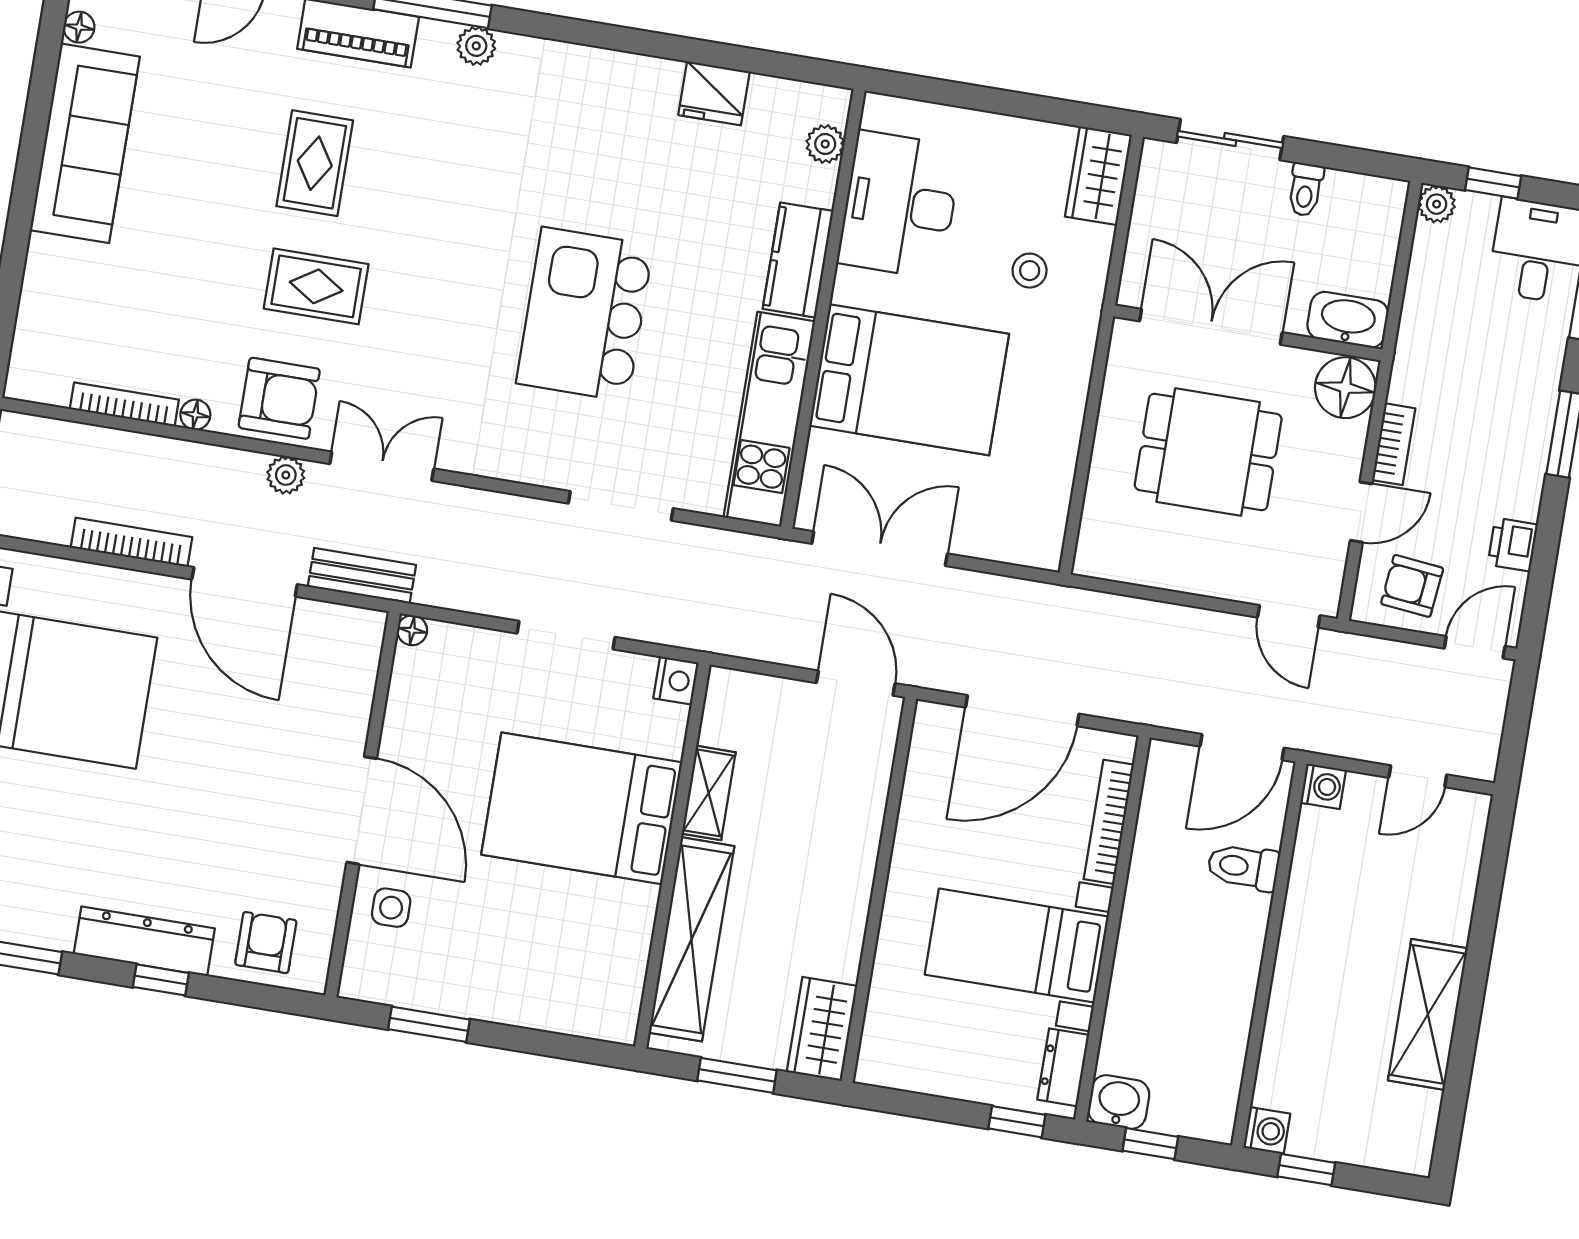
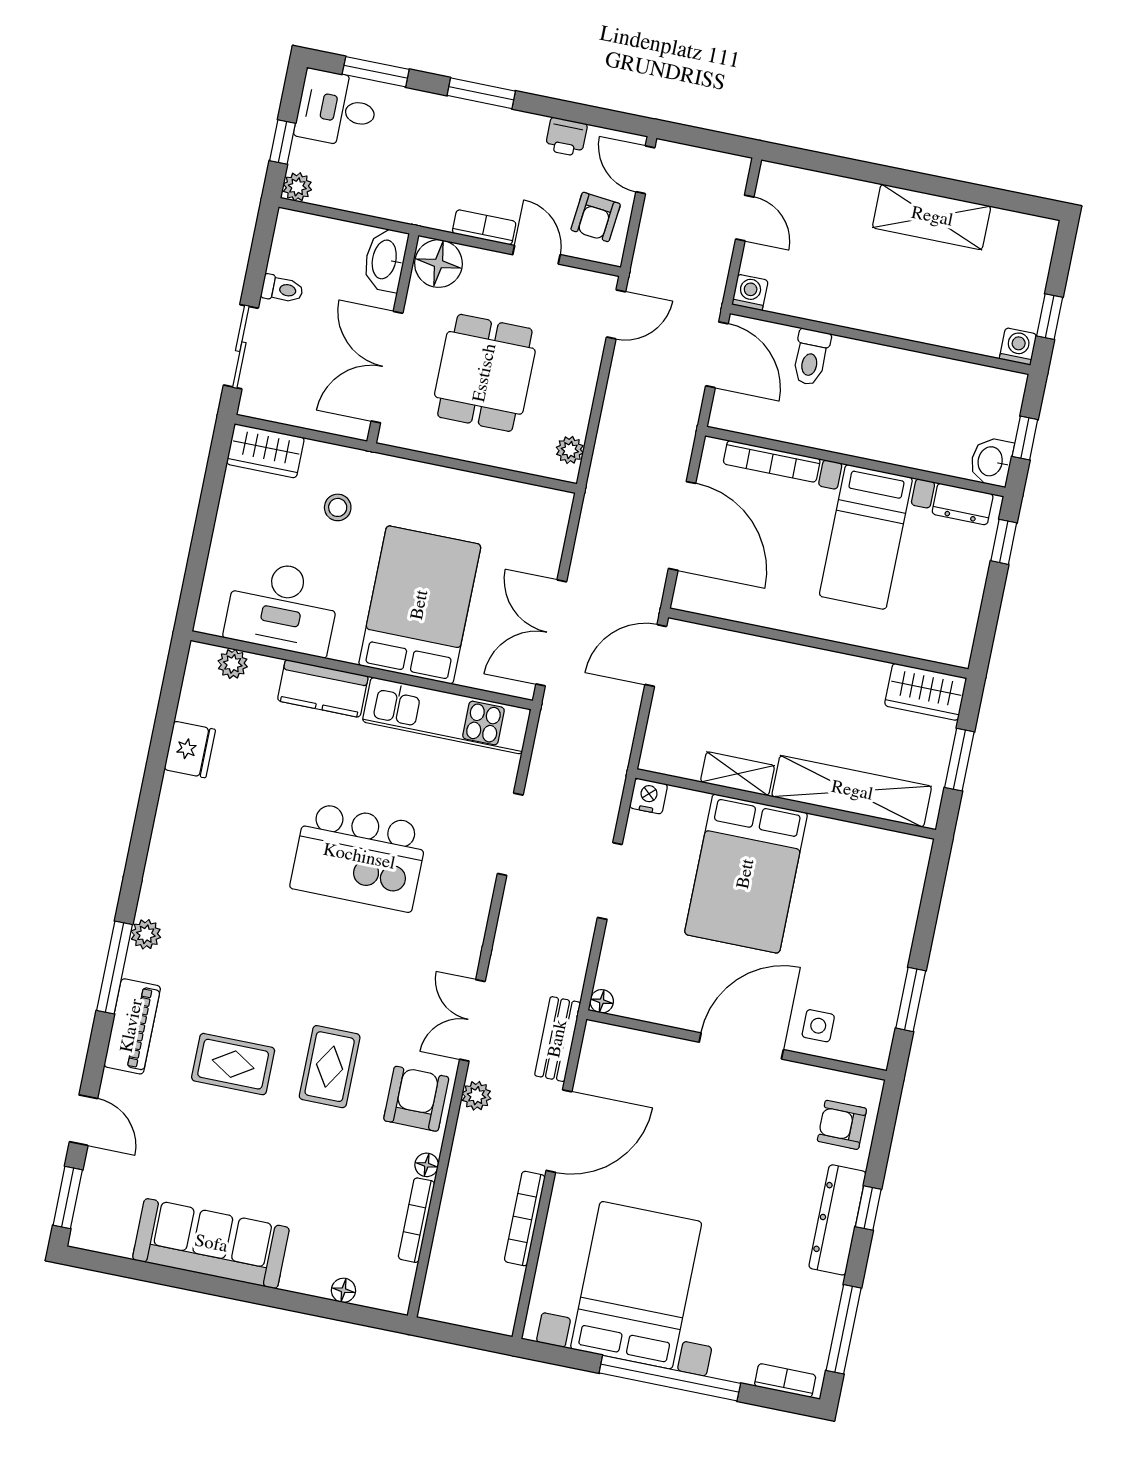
floor lamp: (79, 27) -> (343, 1290), moved
plant: (1114, 564) -> (570, 450), added

